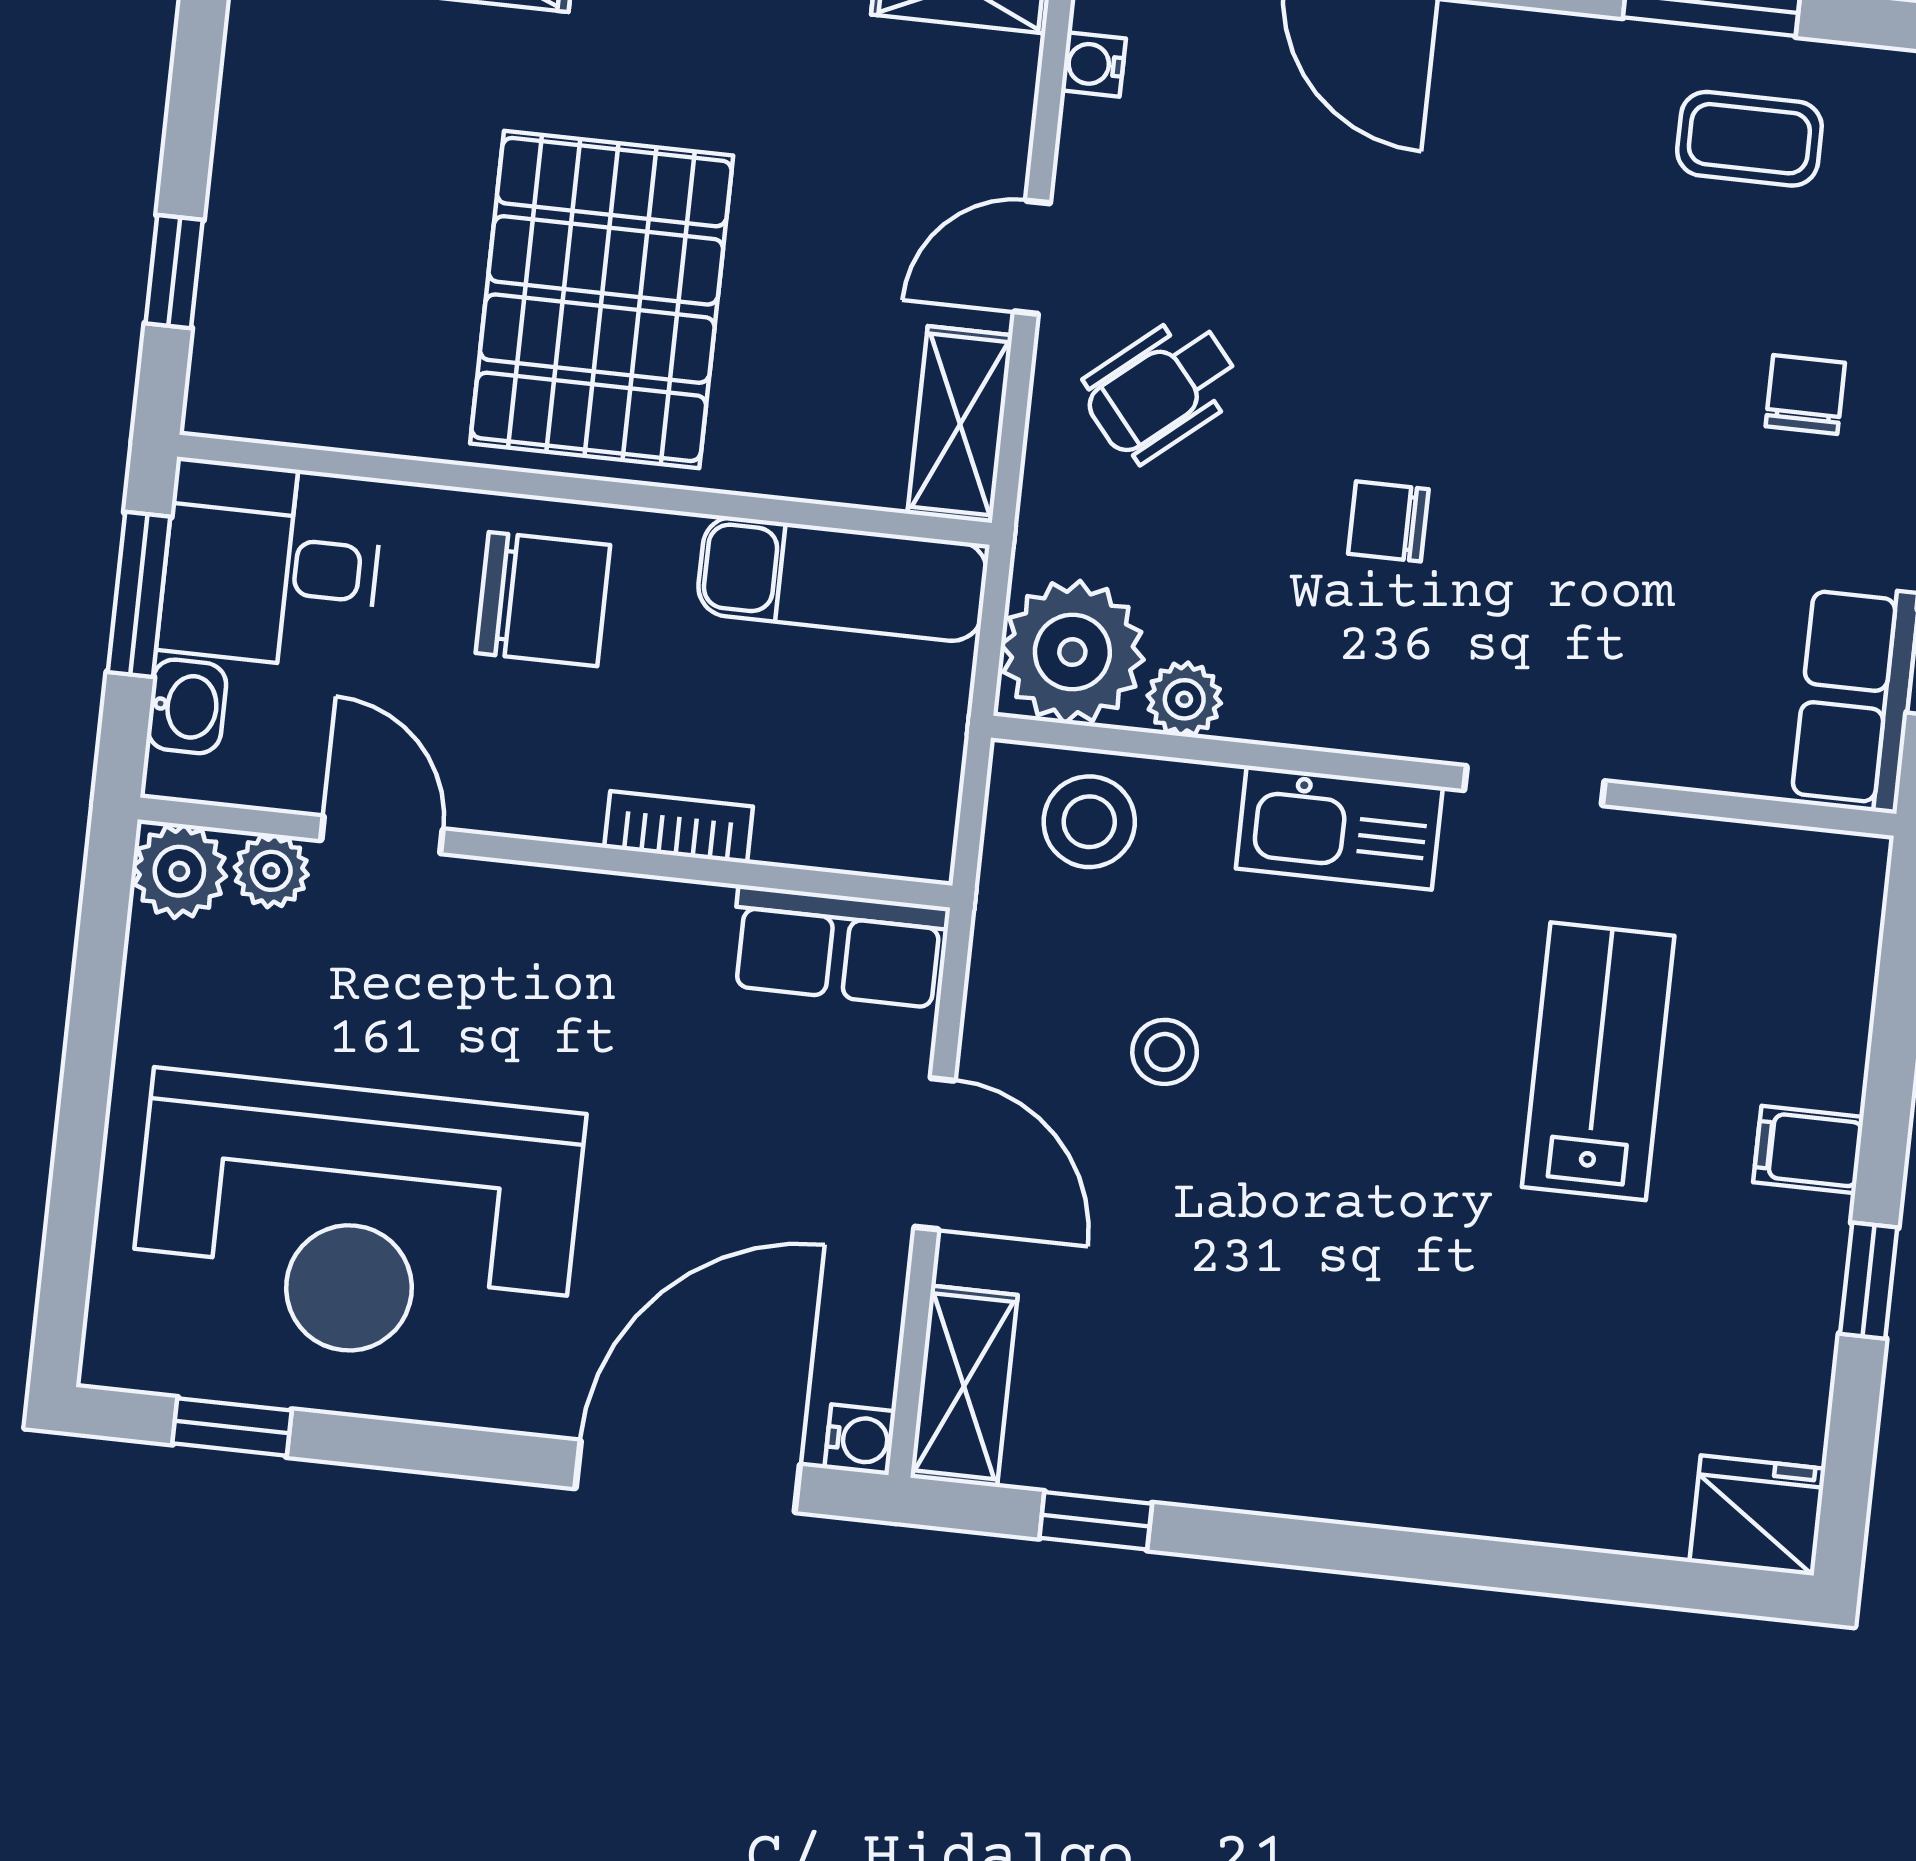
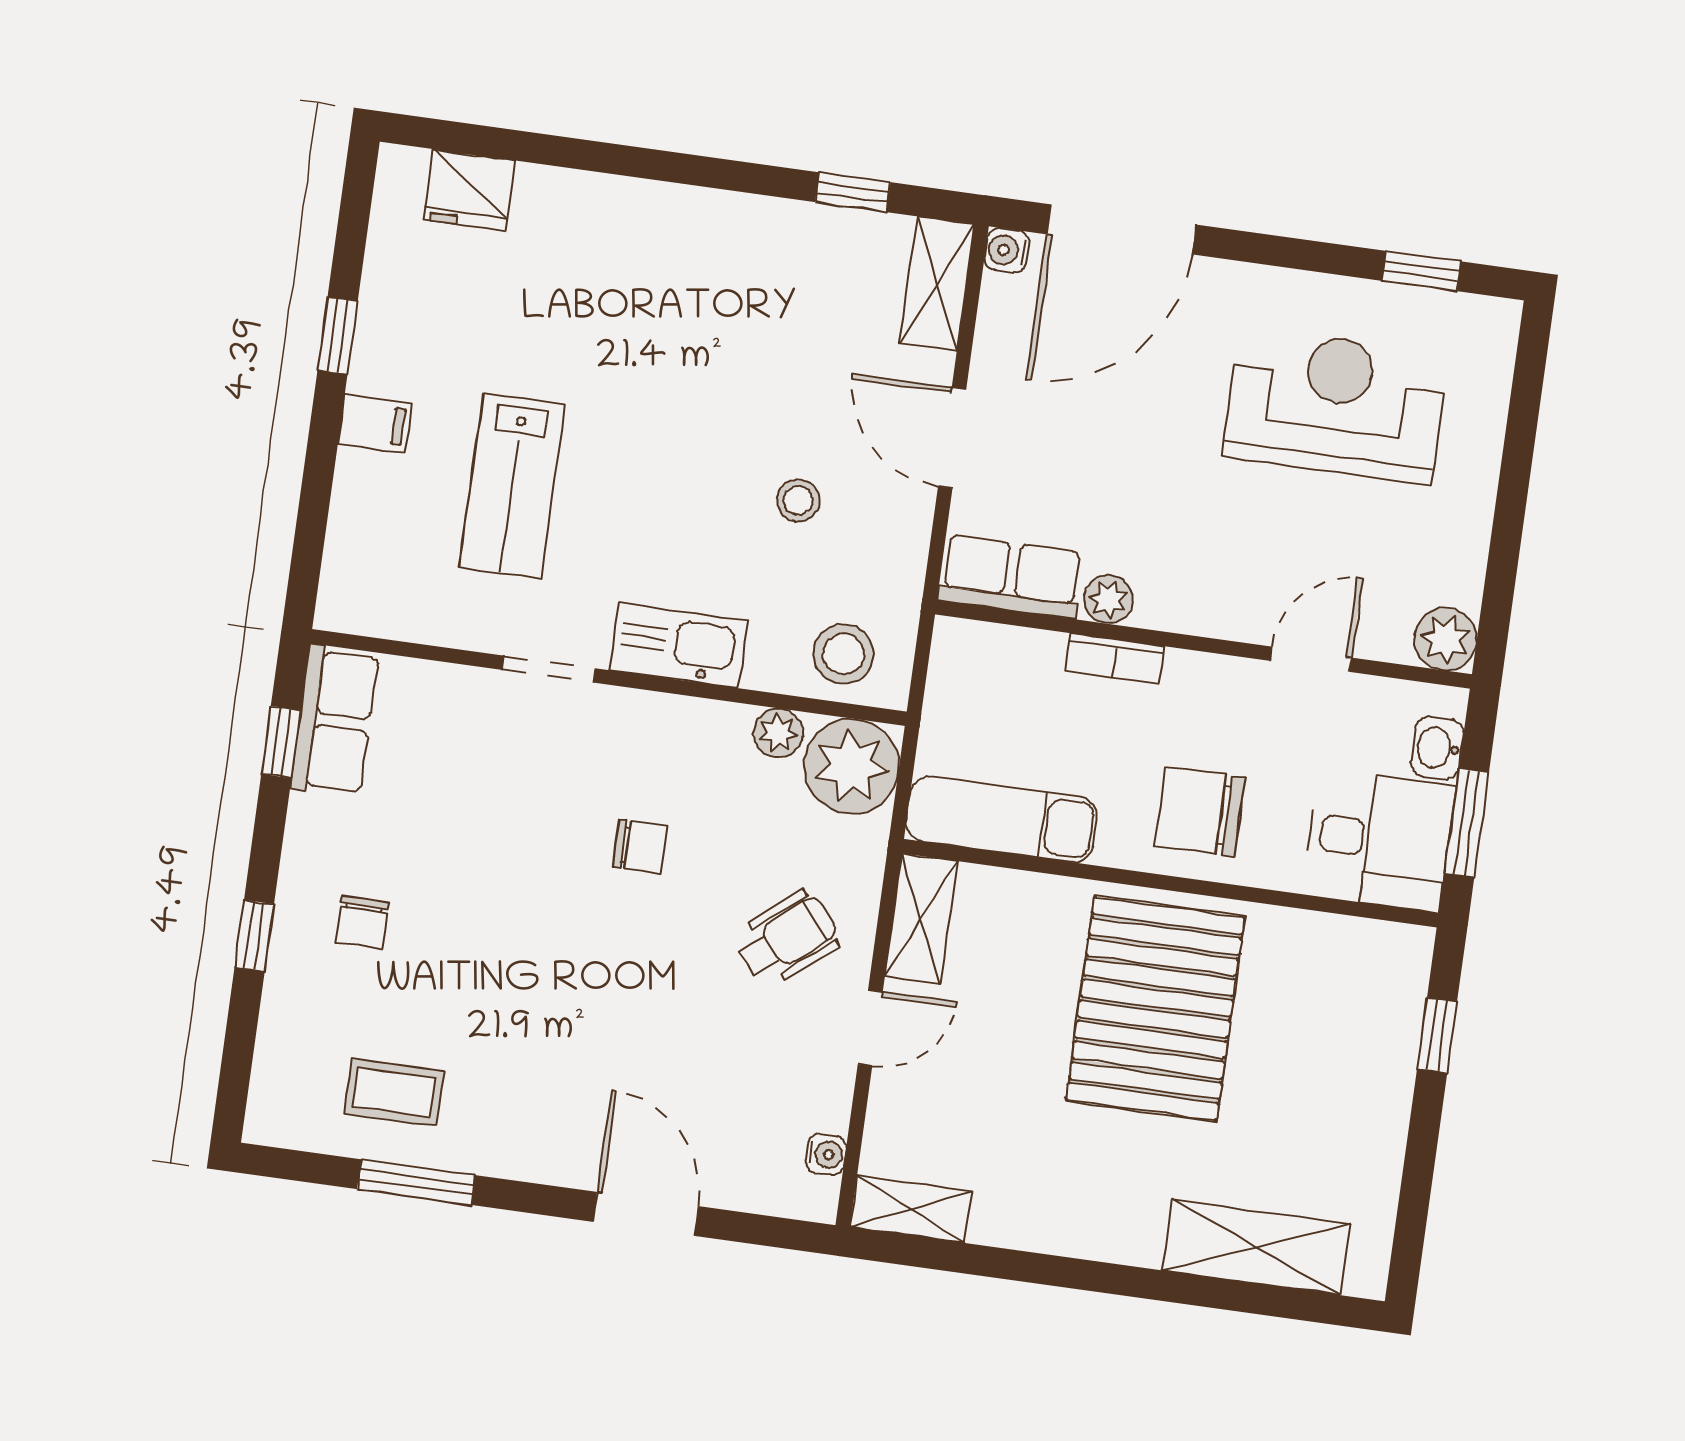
door: (382, 835) -> (1311, 659), swing flipped
plant: (271, 871) -> (1108, 599), moved
reception desk: (356, 1220) -> (1335, 405), width x0.74, depth x0.77
fridge: (1757, 1515) -> (470, 190), moved

